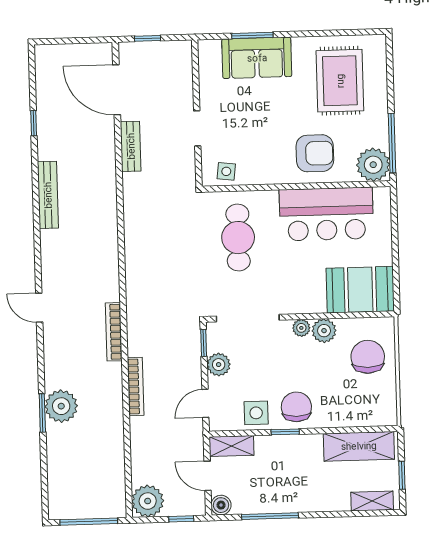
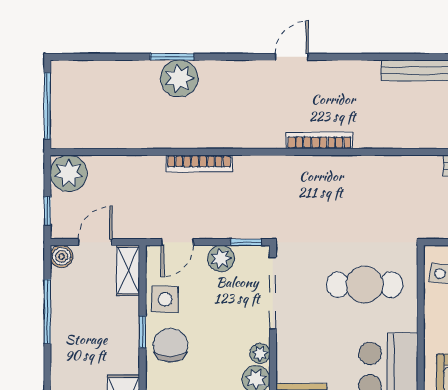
bookcase: (114, 332) -> (319, 140), moved
door: (205, 403) -> (177, 242), swing flipped
chair: (296, 407) -> (170, 345), turned -90

